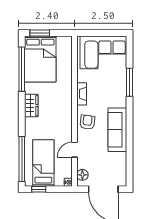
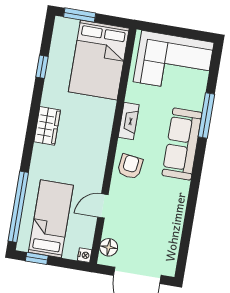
bed: (40, 59) -> (99, 60), moved
window: (22, 69) -> (42, 67), width x0.32
sofa: (117, 130) -> (182, 144), moved

